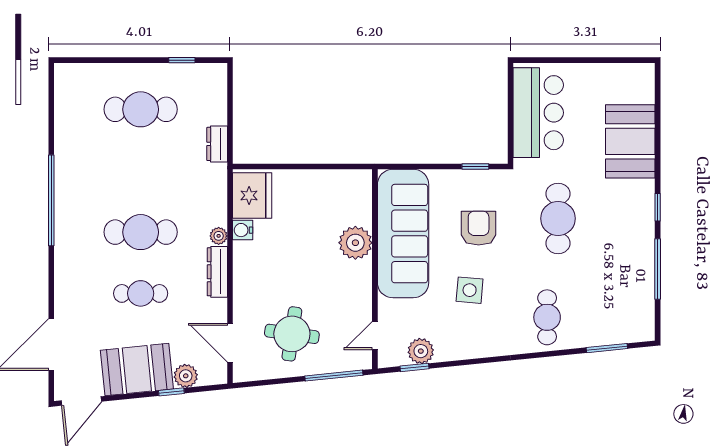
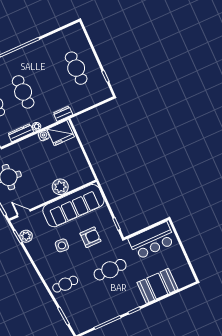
dresser: (217, 144) -> (63, 114), moved

